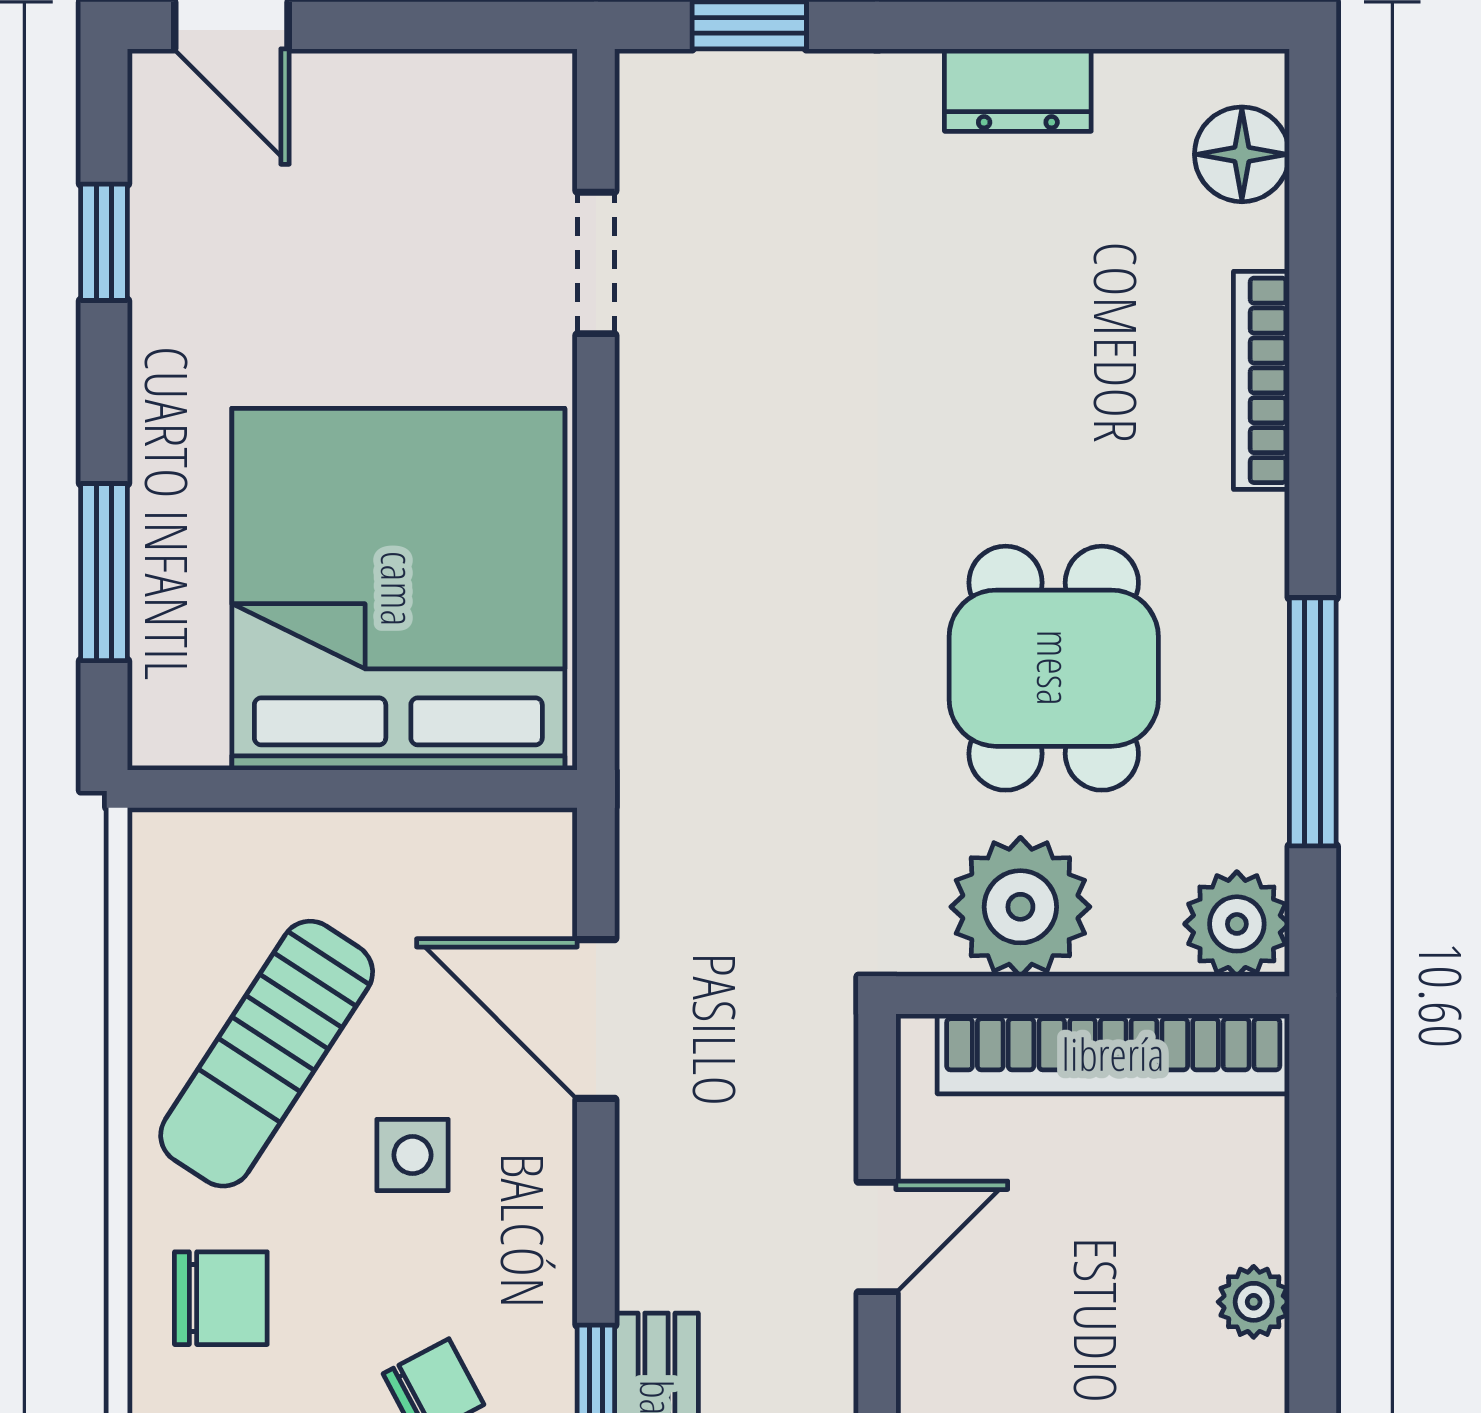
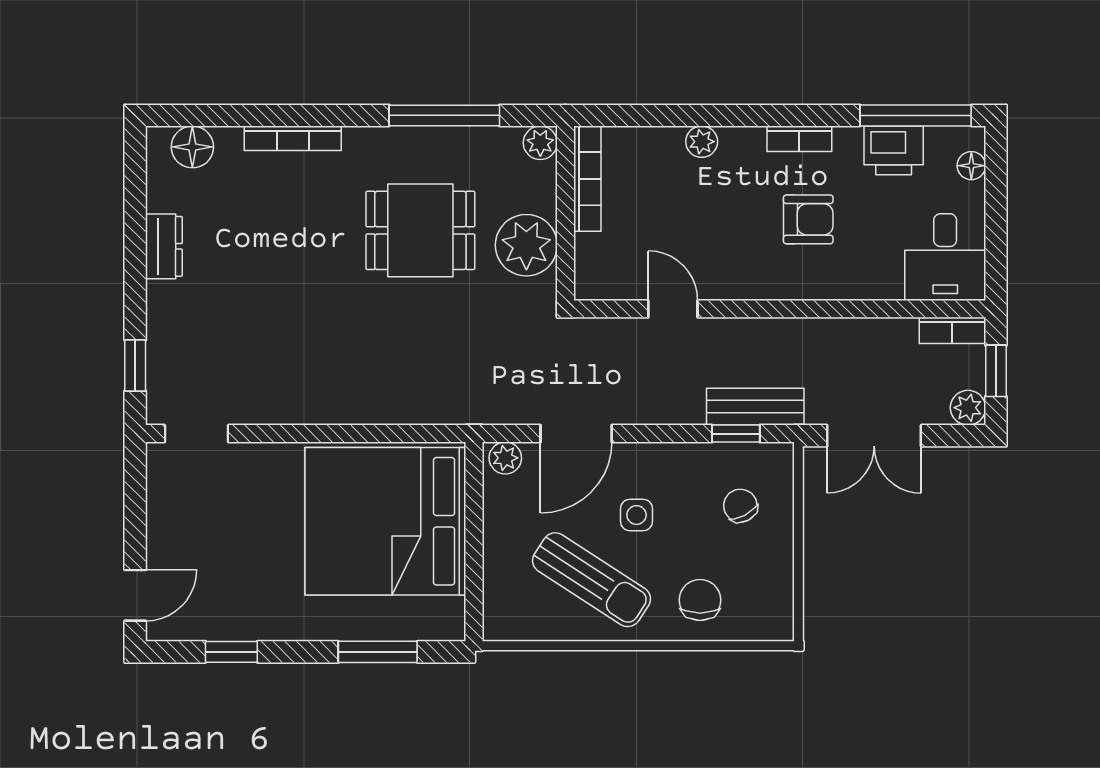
doorway: (596, 263) -> (197, 434), moved
plant: (541, 859) -> (505, 458), added
plant: (1237, 924) -> (540, 143), width x0.73, depth x0.73
bookcase: (1113, 1054) -> (587, 179), width x0.68, depth x0.76

